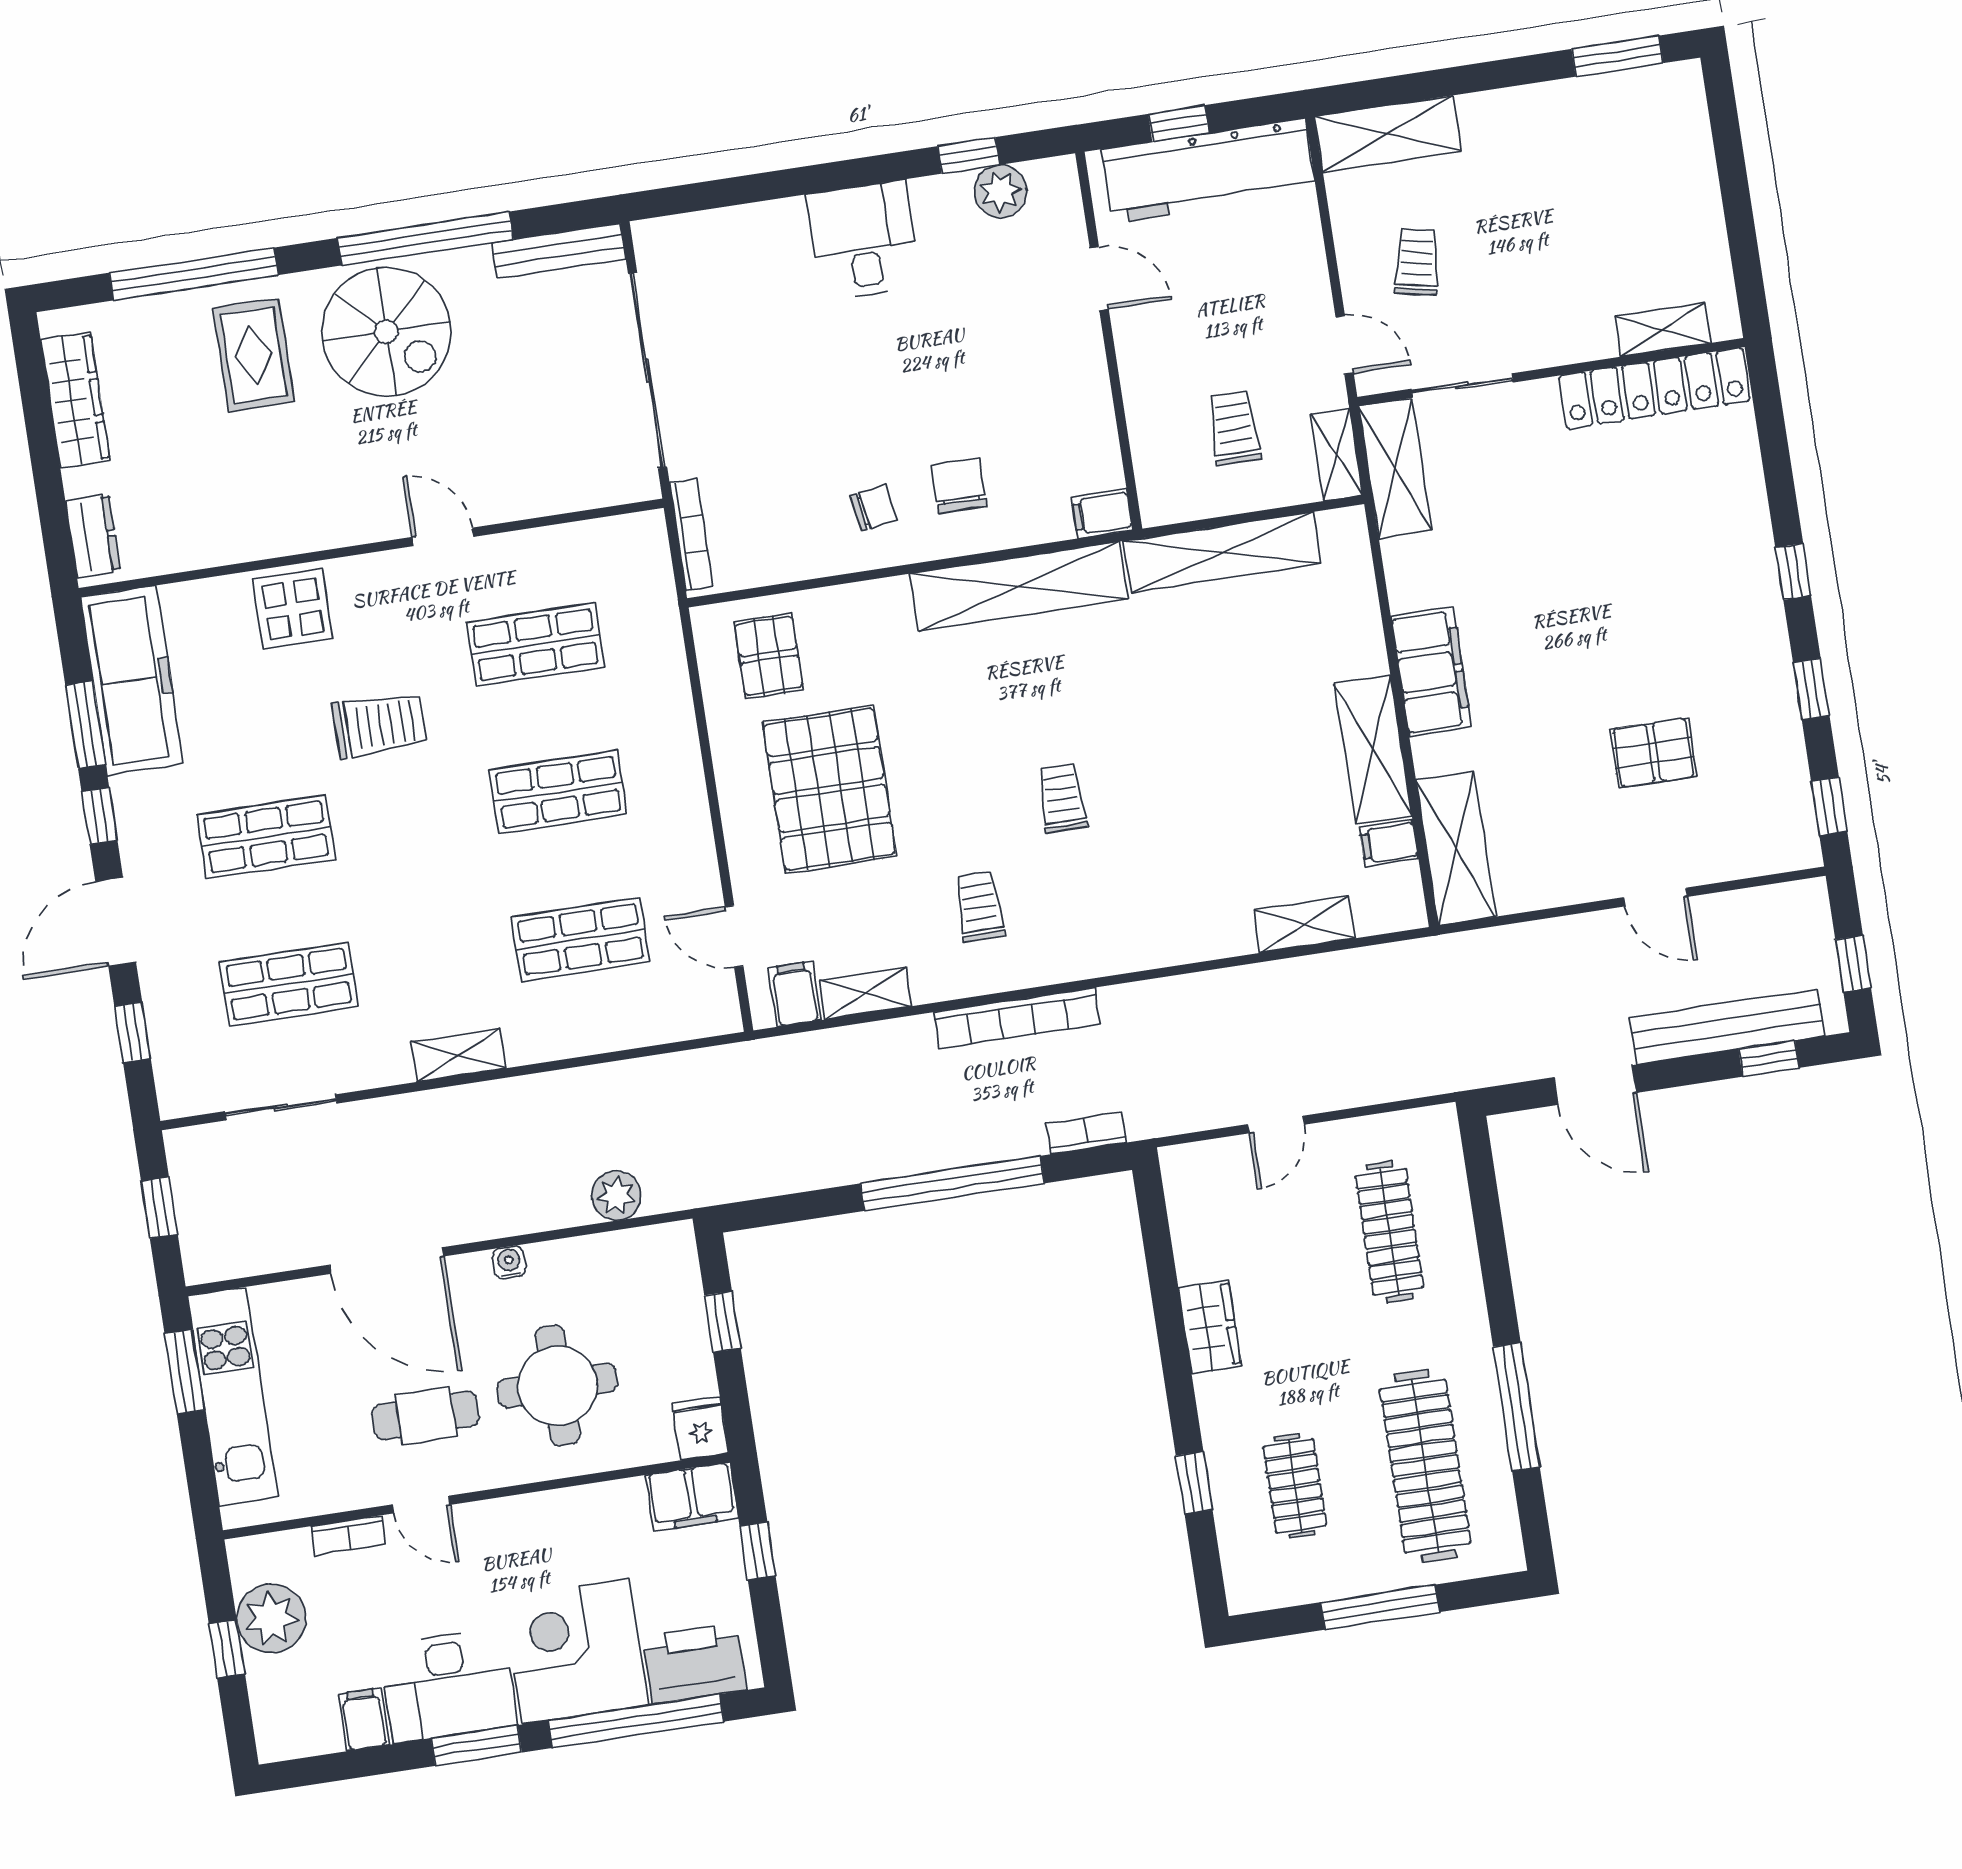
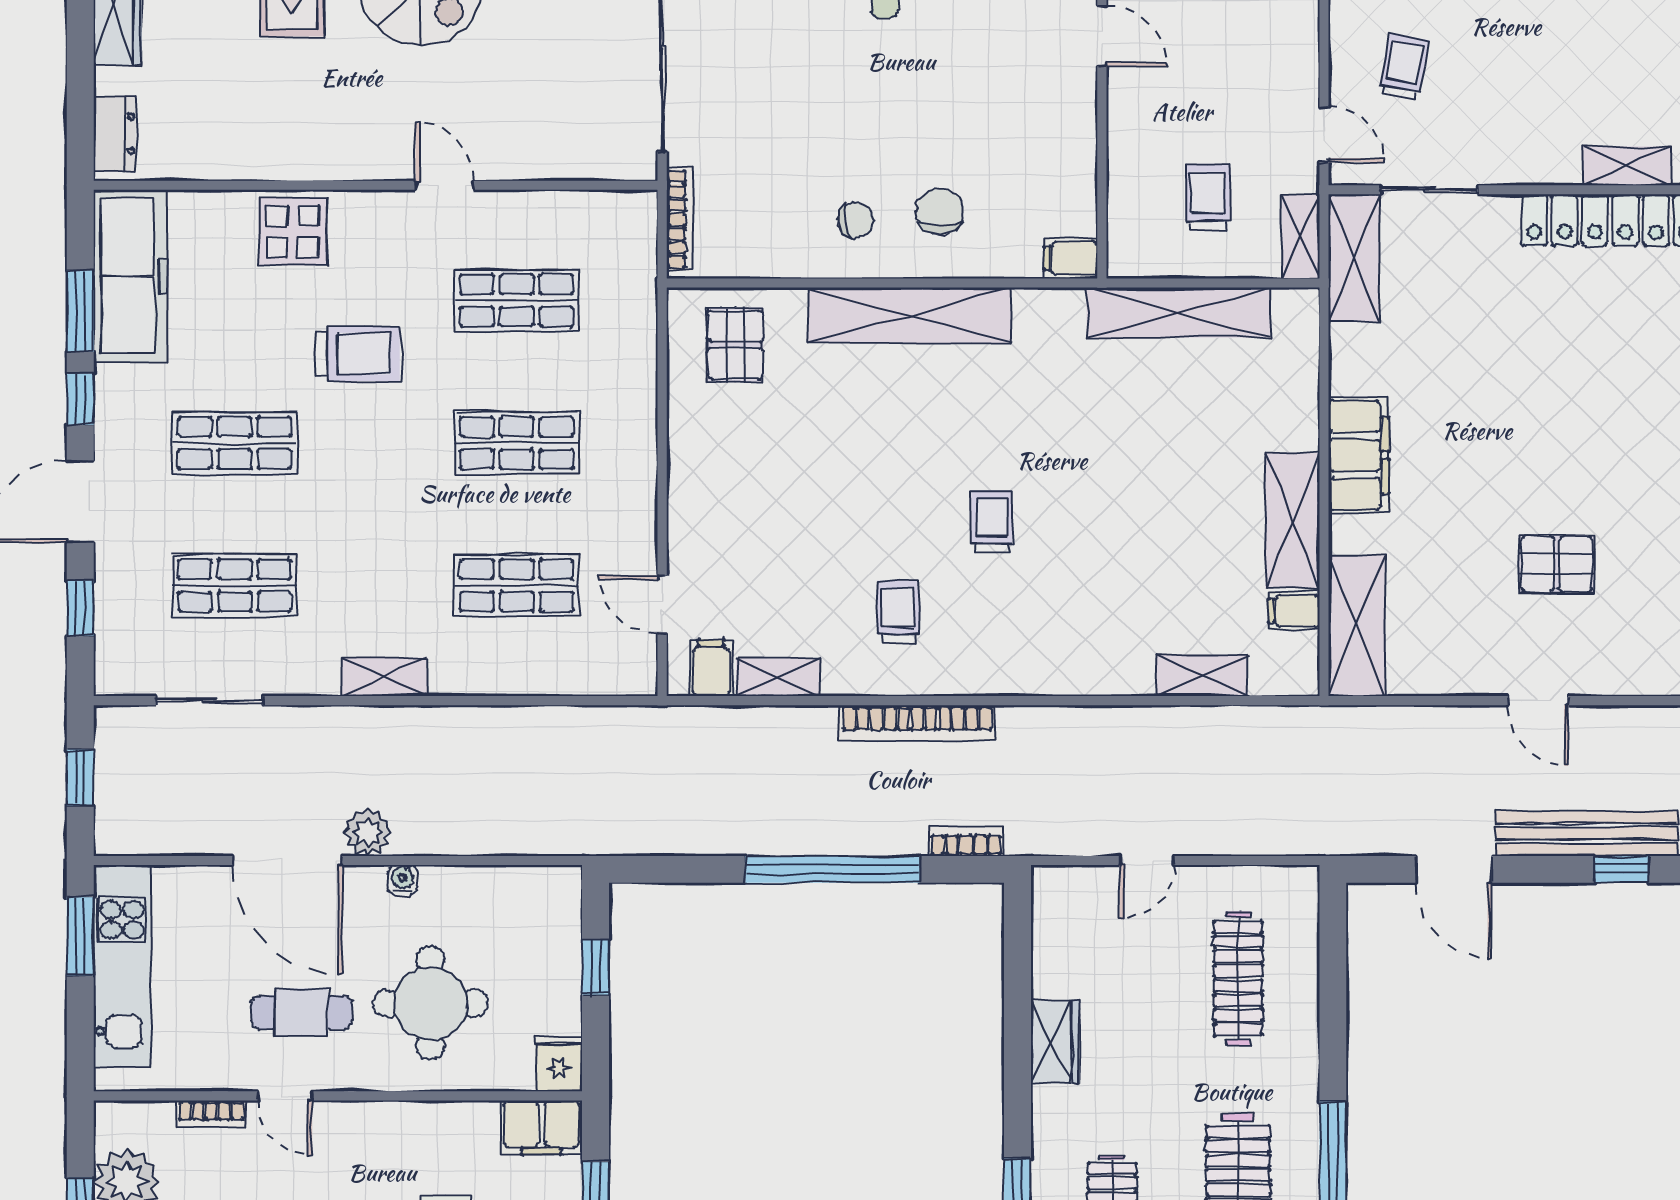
shelving: (1019, 586) -> (910, 315), moved
pallet: (829, 789) -> (773, 480), removed
plant: (616, 1196) -> (368, 832), moved

